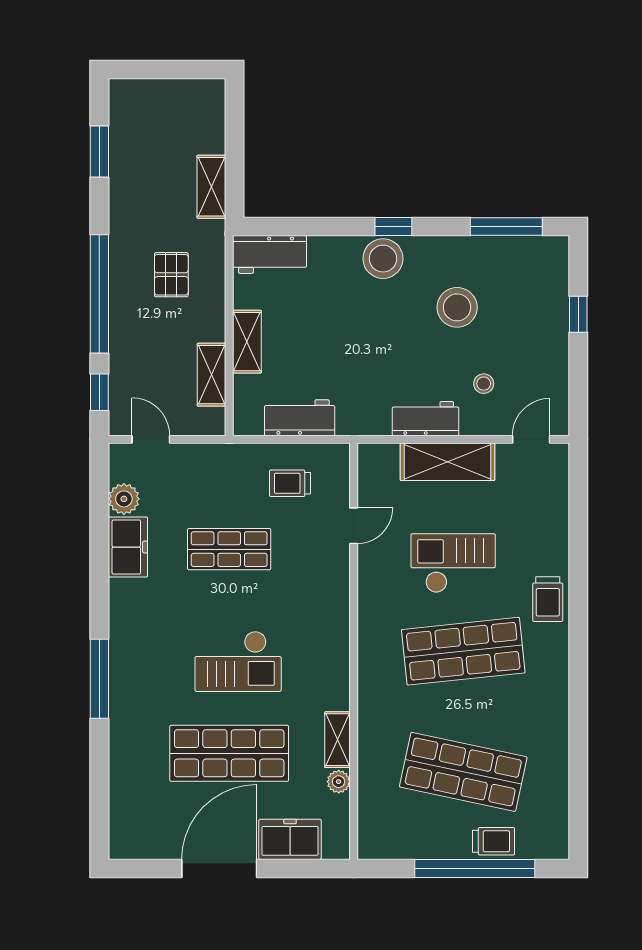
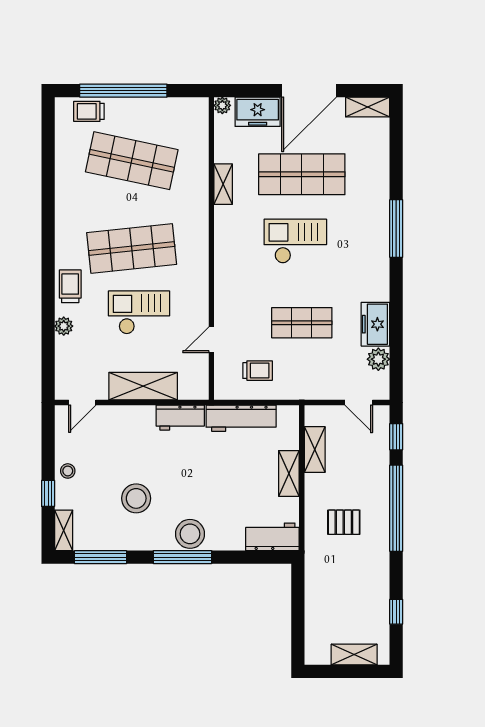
window: (99, 152) -> (396, 612), width x0.67
shelving: (211, 187) -> (354, 654), moved, turned 90
window: (393, 227) -> (182, 557), width x2.17
shelving: (557, 263) -> (64, 530), added
pallet: (171, 275) -> (344, 522), turned 90
stool: (484, 384) -> (68, 471), moved
workbench: (300, 418) -> (241, 418), width x1.38
workbench: (426, 419) -> (180, 418), moved
plant: (557, 544) -> (64, 326), added
checkout: (453, 563) -> (139, 312), turned 180
plant: (339, 782) -> (222, 105), moved
trolley: (494, 841) -> (89, 111), moved
shelving: (139, 846) -> (368, 107), added

